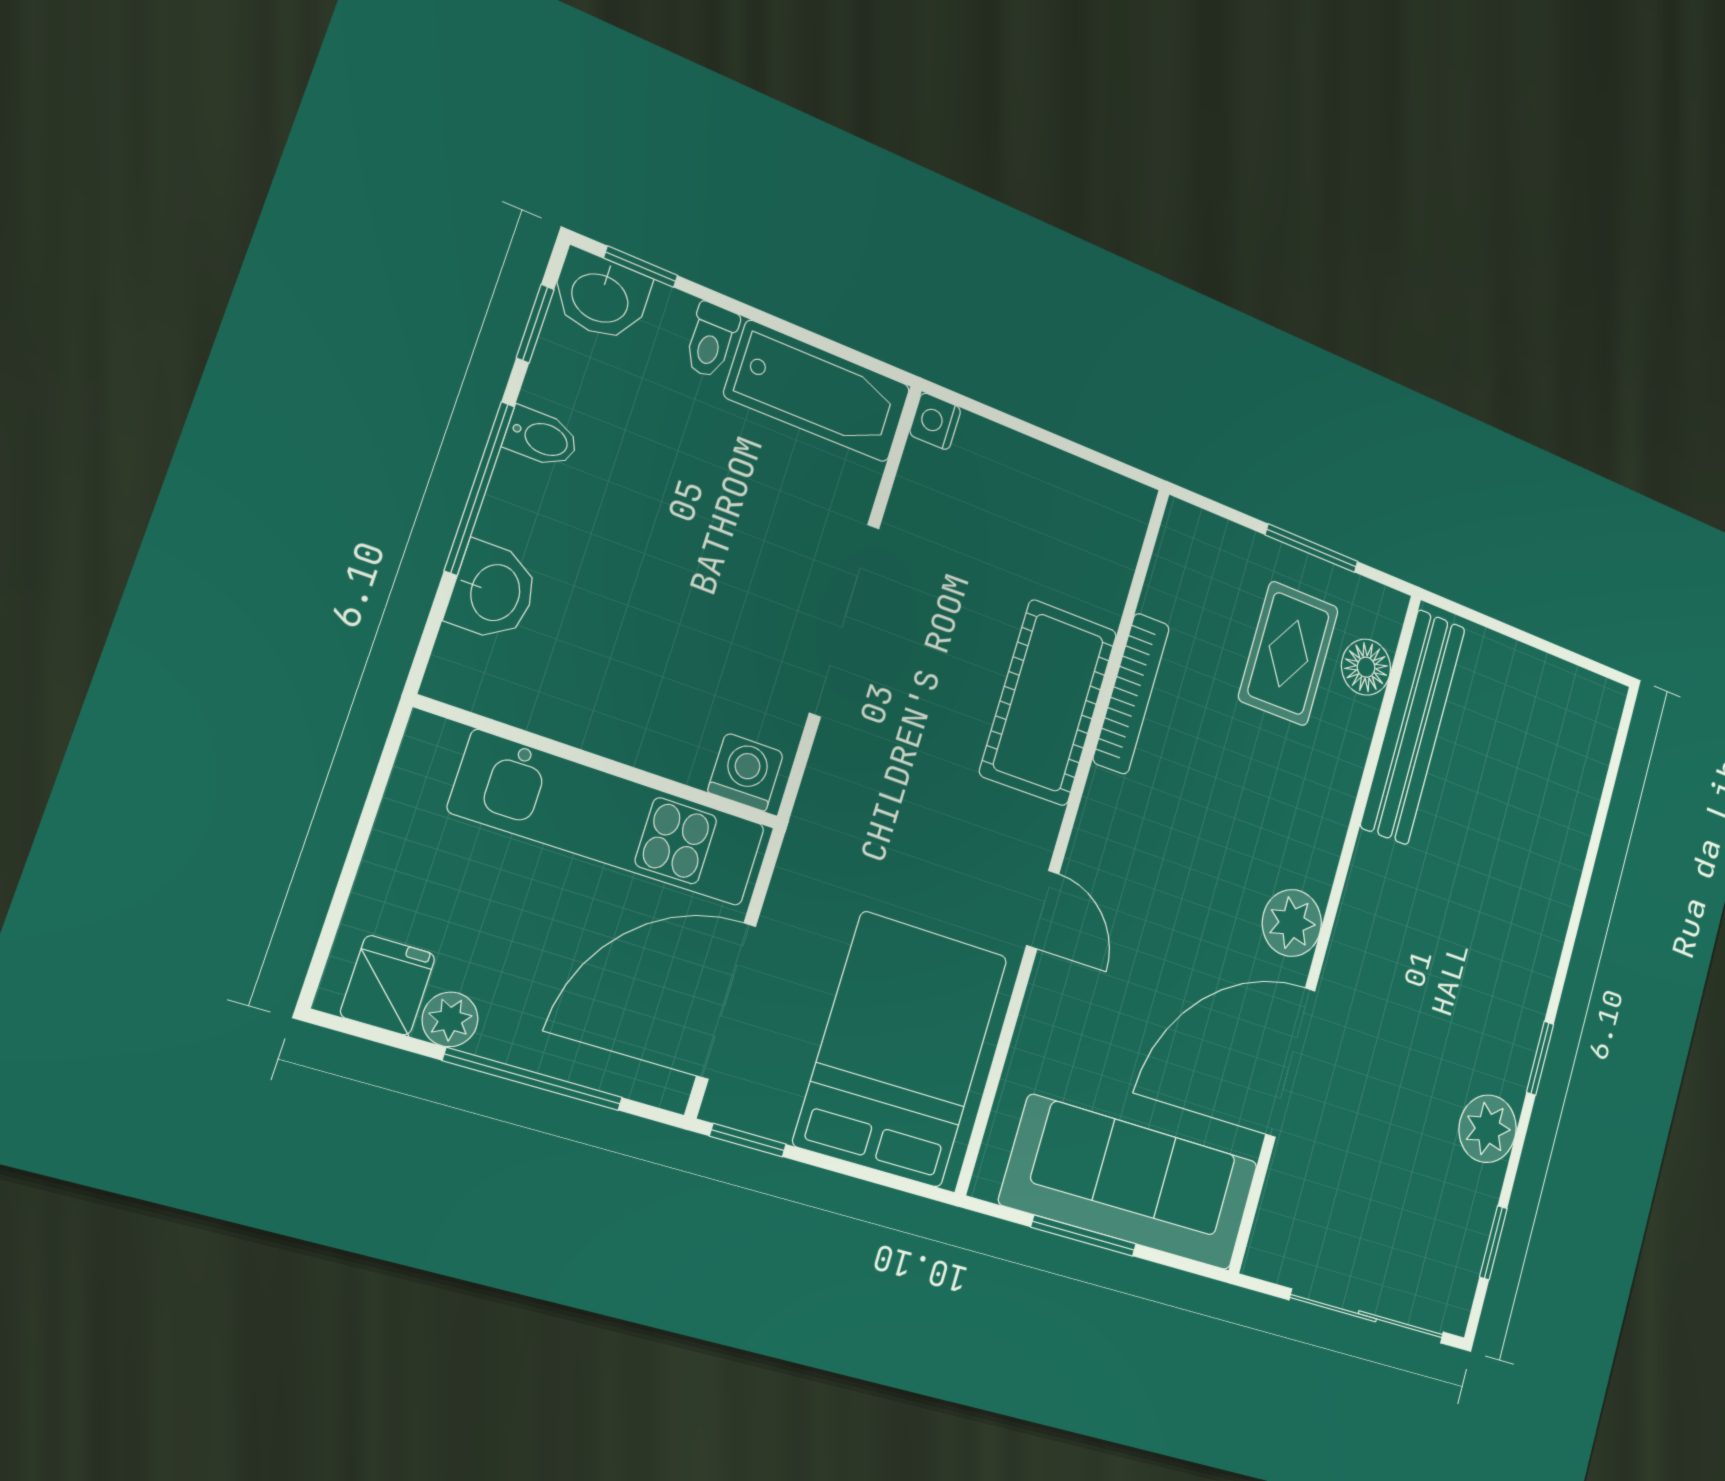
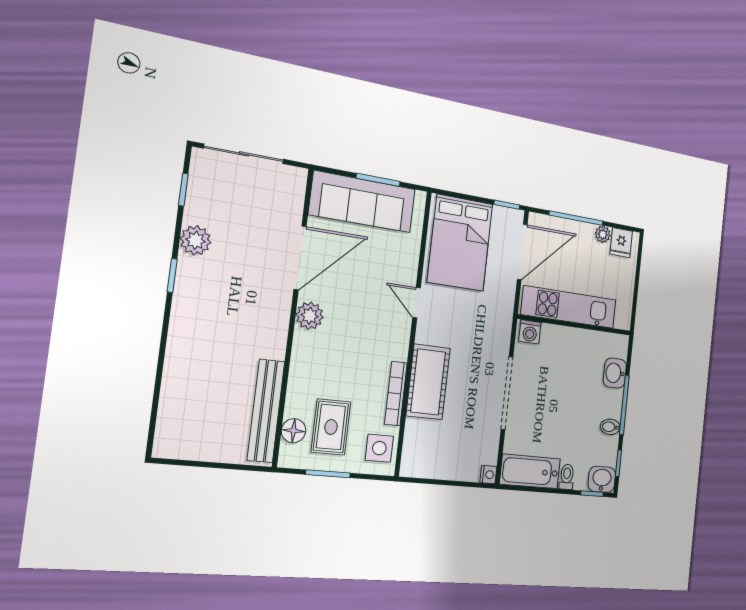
side table: (1191, 572) -> (379, 448), added

